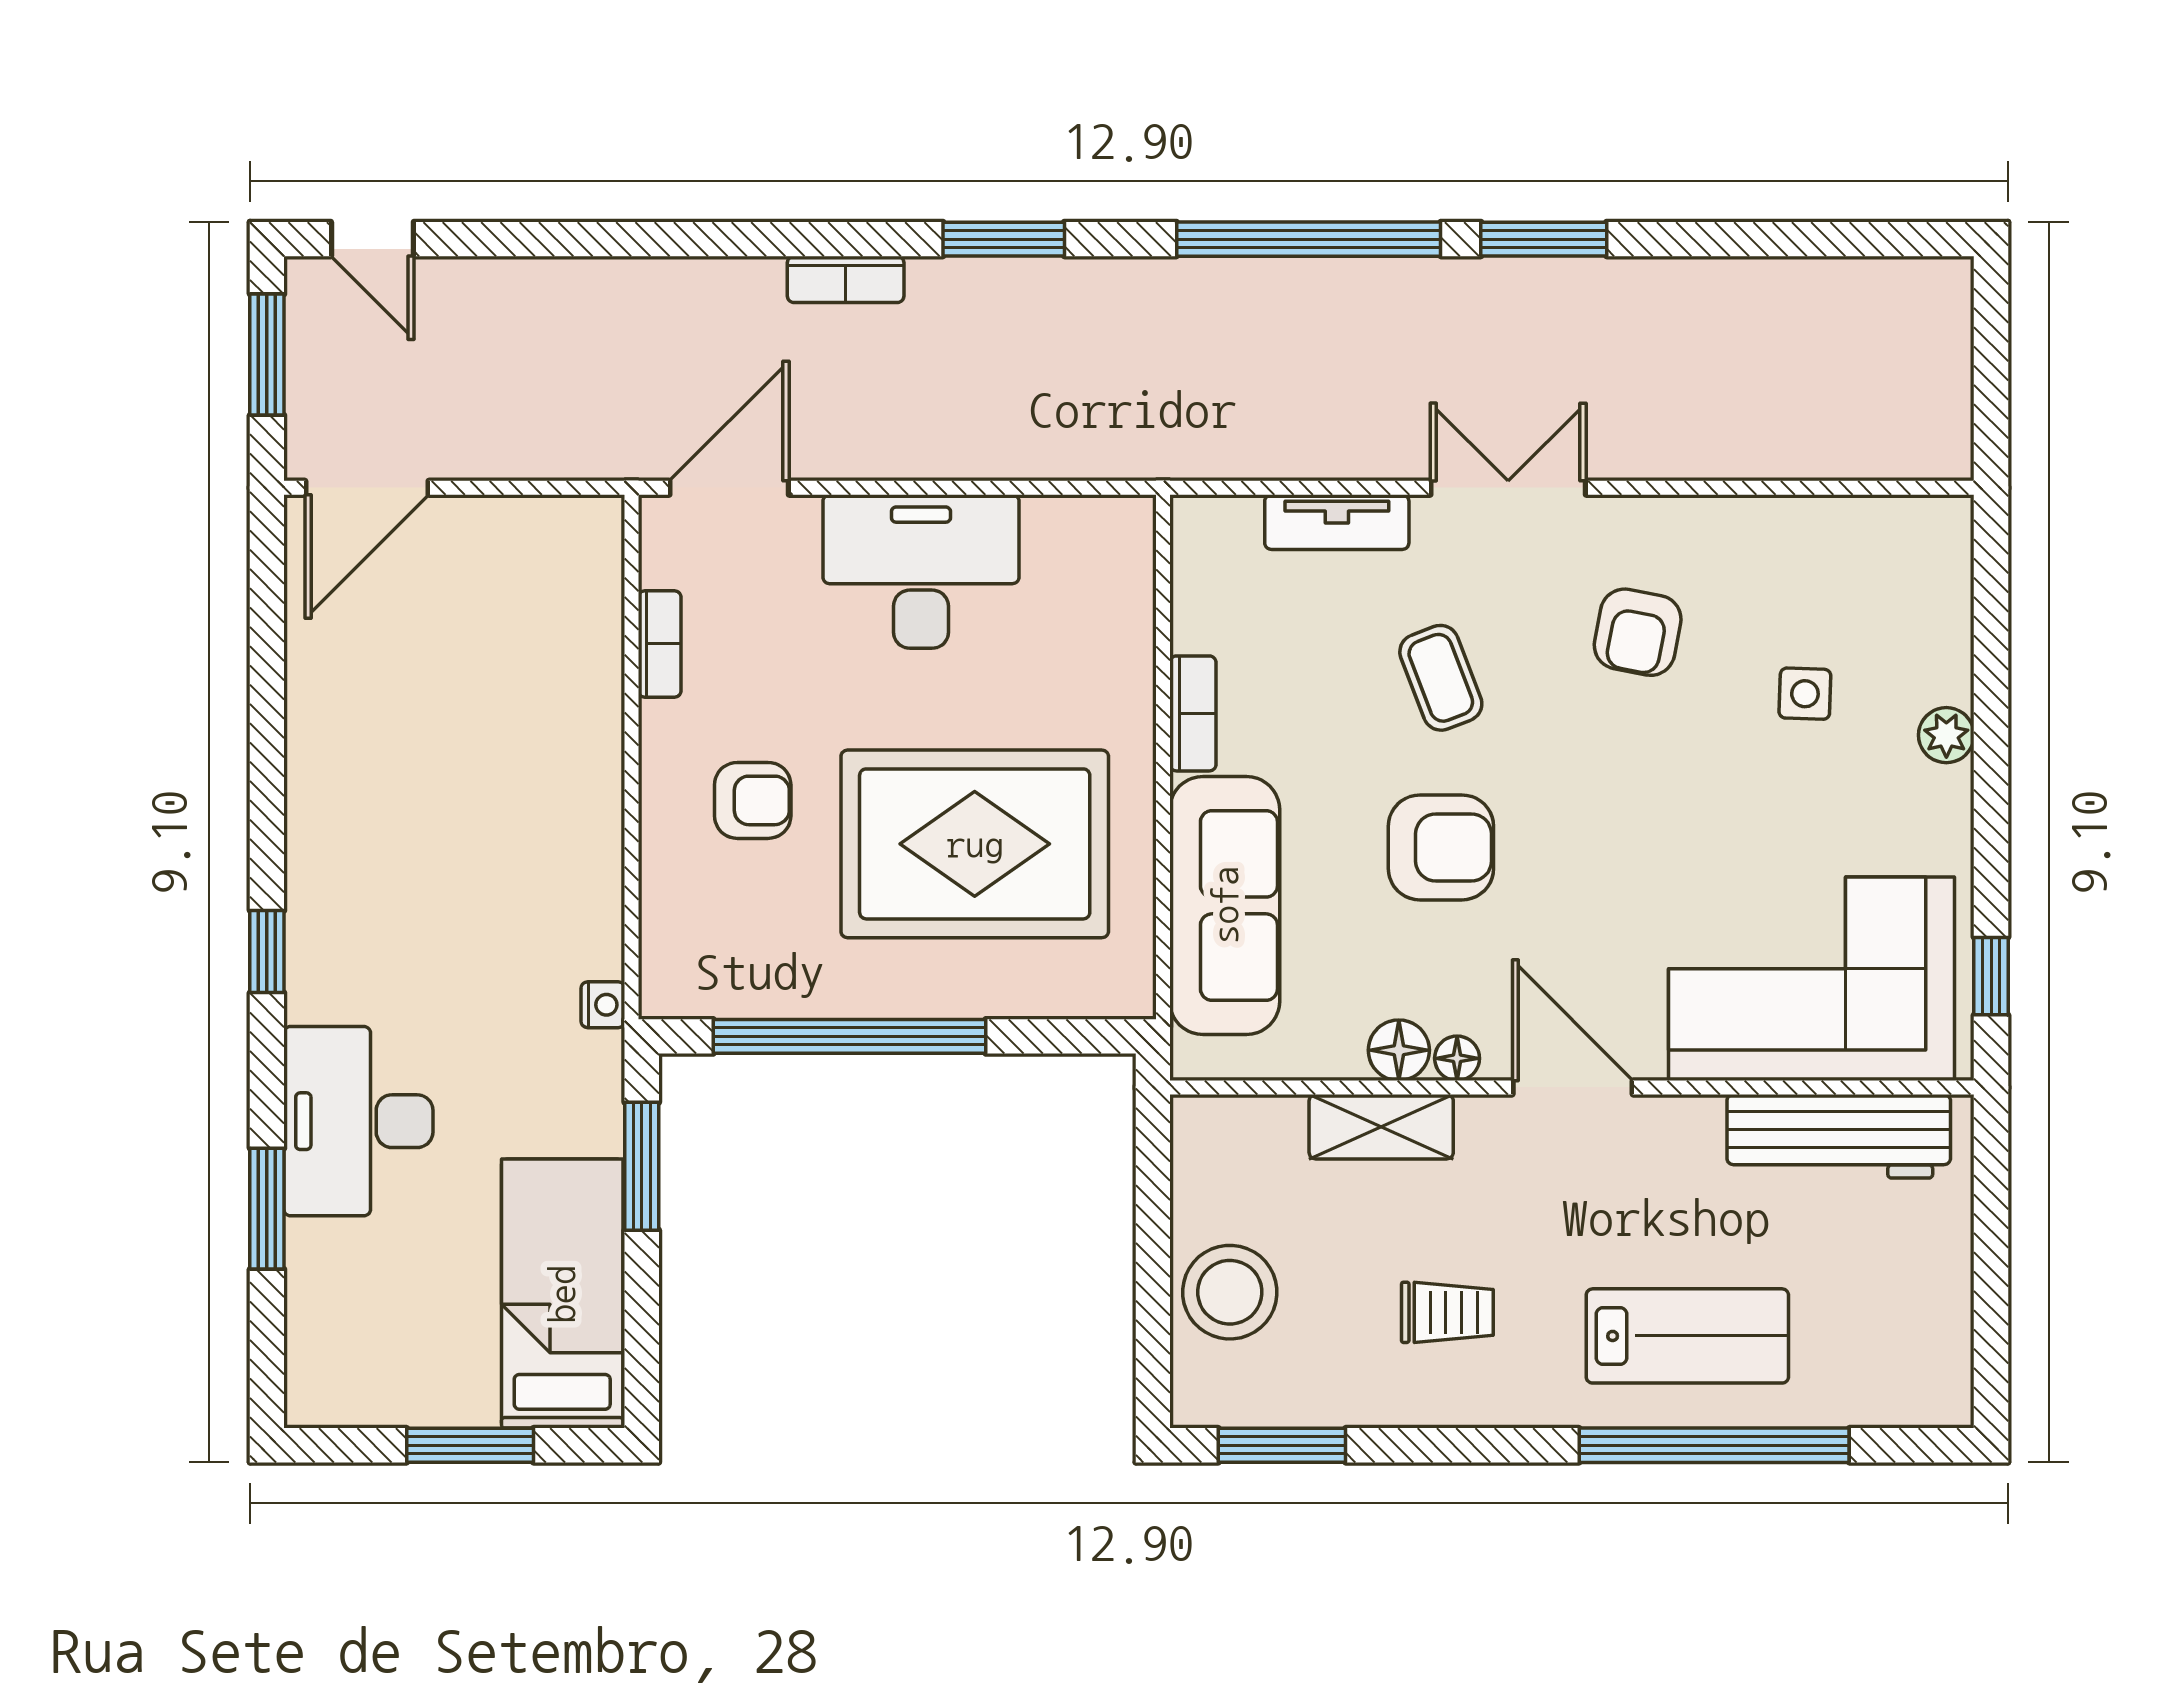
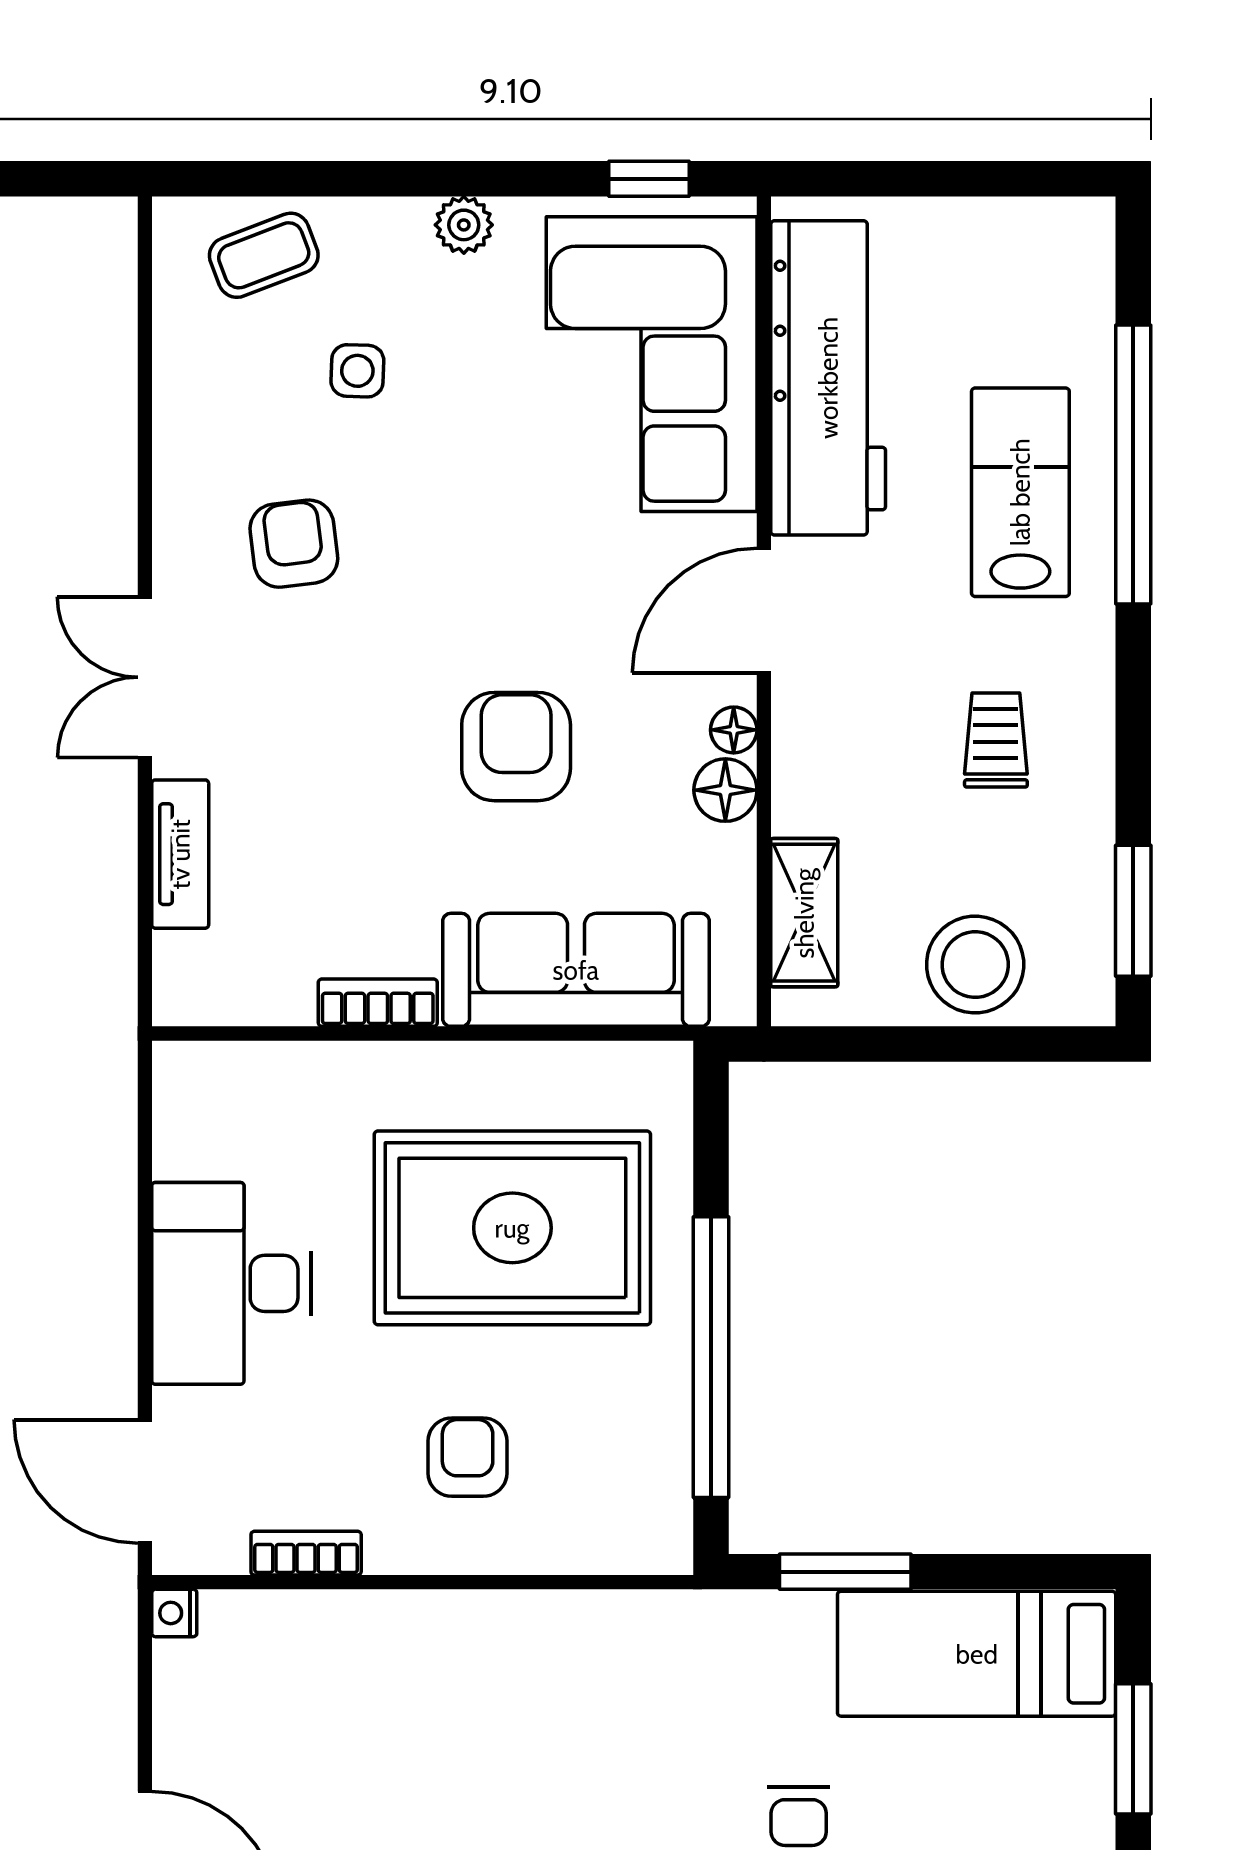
armchair: (1638, 632) -> (294, 544), turned -108
coffee table: (1441, 678) -> (264, 255), moved
plant: (1946, 735) -> (464, 225), moved
rug: (975, 844) -> (512, 1228), turned 90
nightstand: (603, 1005) -> (174, 1613), moved, turned -90
shelving: (1381, 1127) -> (804, 913), moved
workbench: (1839, 1136) -> (828, 378), width x1.36, depth x1.32

